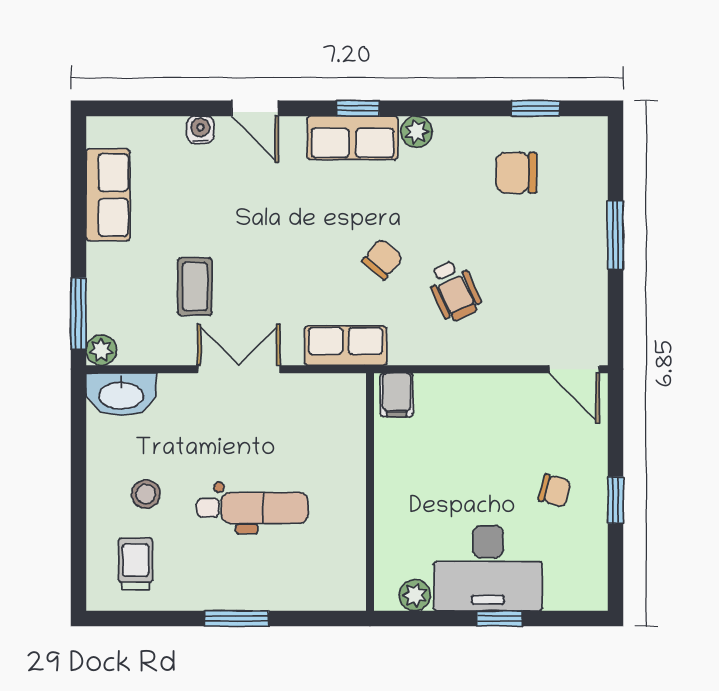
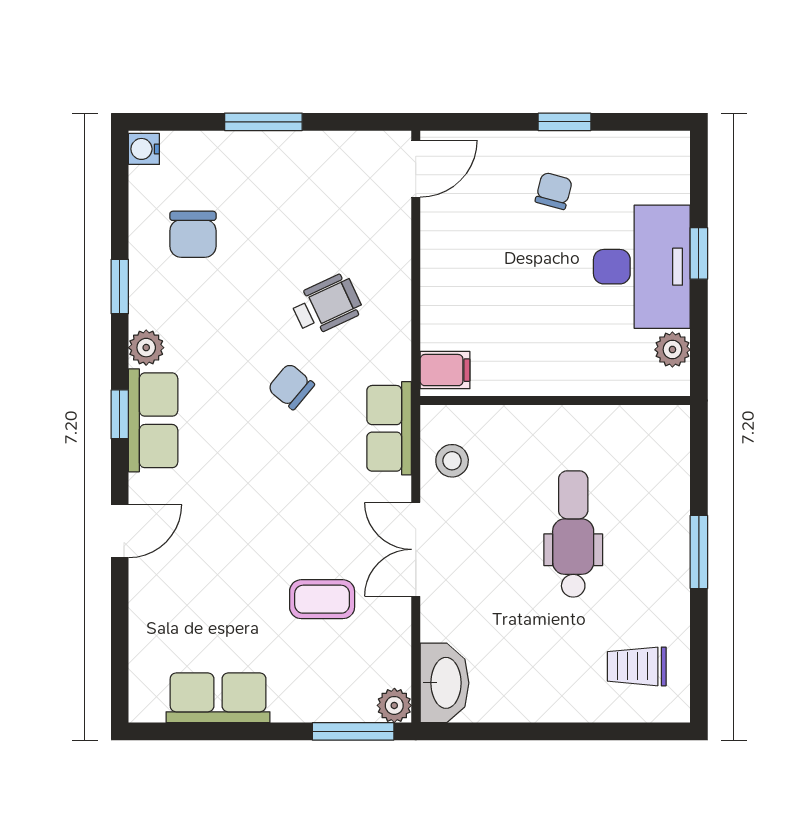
window: (536, 108) -> (120, 286), moved
water cooler: (200, 130) -> (144, 149), moved
stool: (146, 494) -> (452, 461), moved

